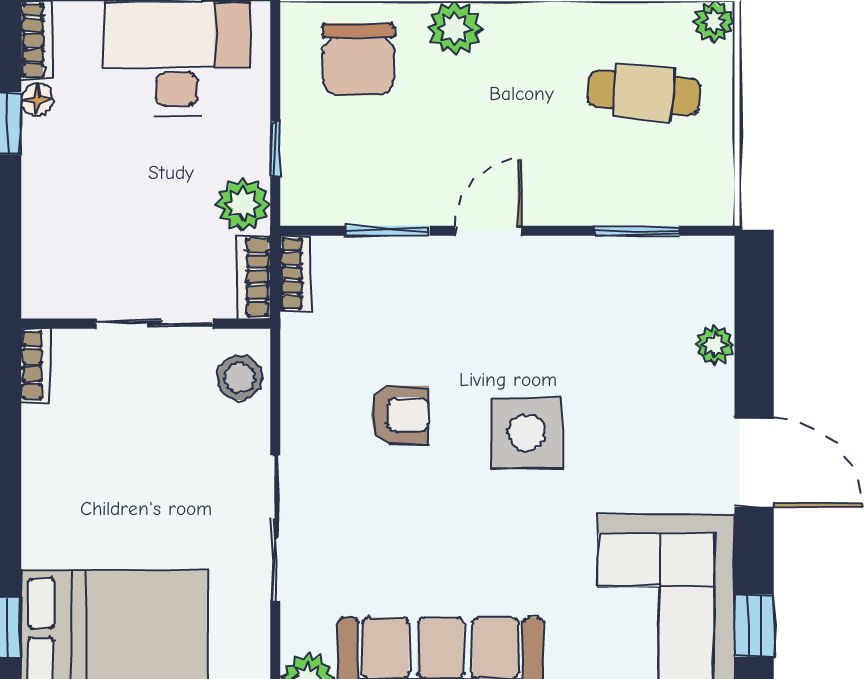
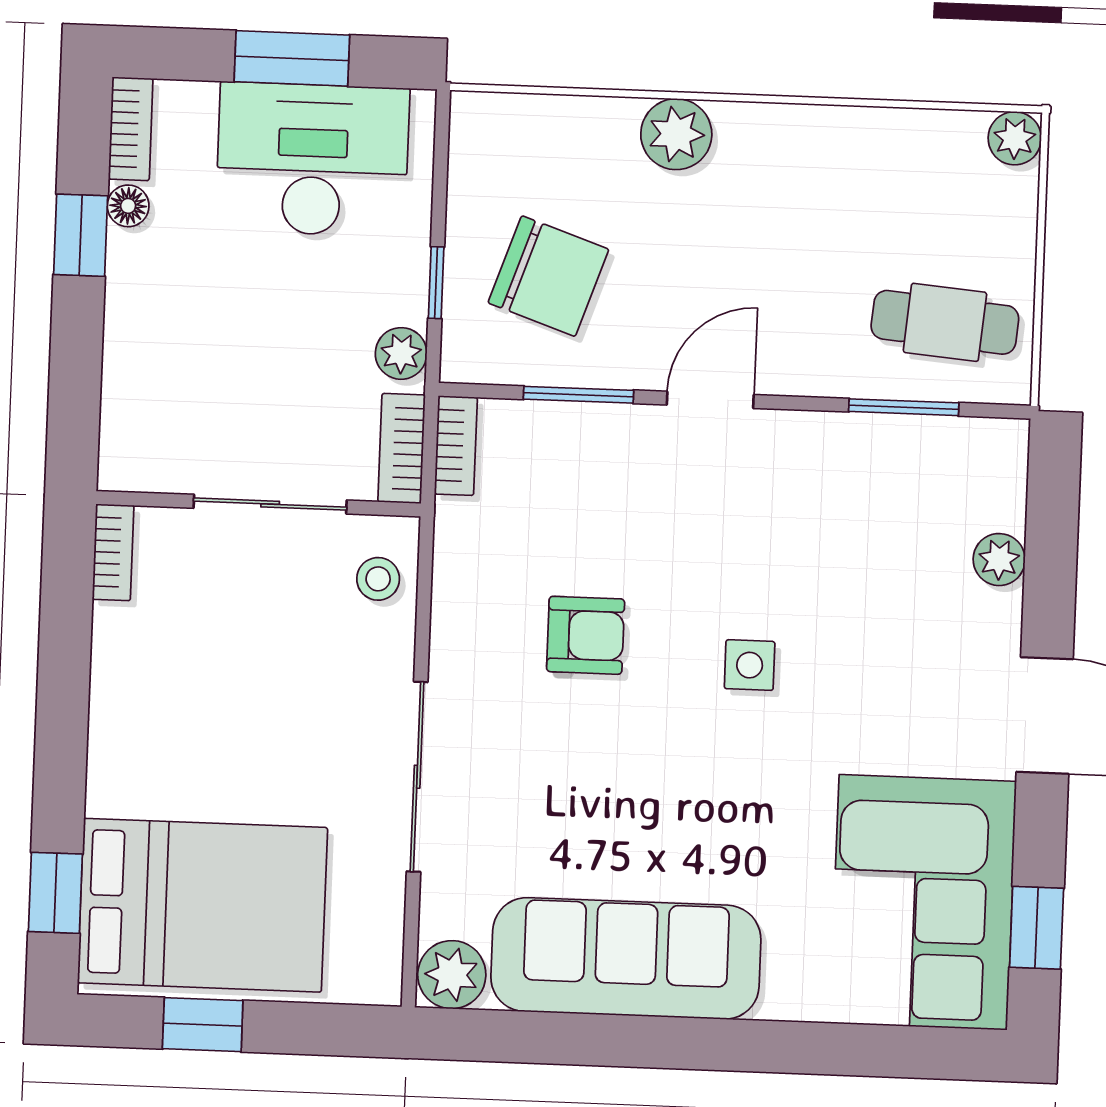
chair: (359, 59) -> (548, 276), moved, turned -71
cafe table: (644, 93) -> (945, 322), moved
plant: (243, 204) -> (401, 353), width x0.73, depth x0.73
stool: (239, 378) -> (378, 579), width x0.73, depth x0.73
side table: (527, 433) -> (750, 665), width x0.54, depth x0.54

